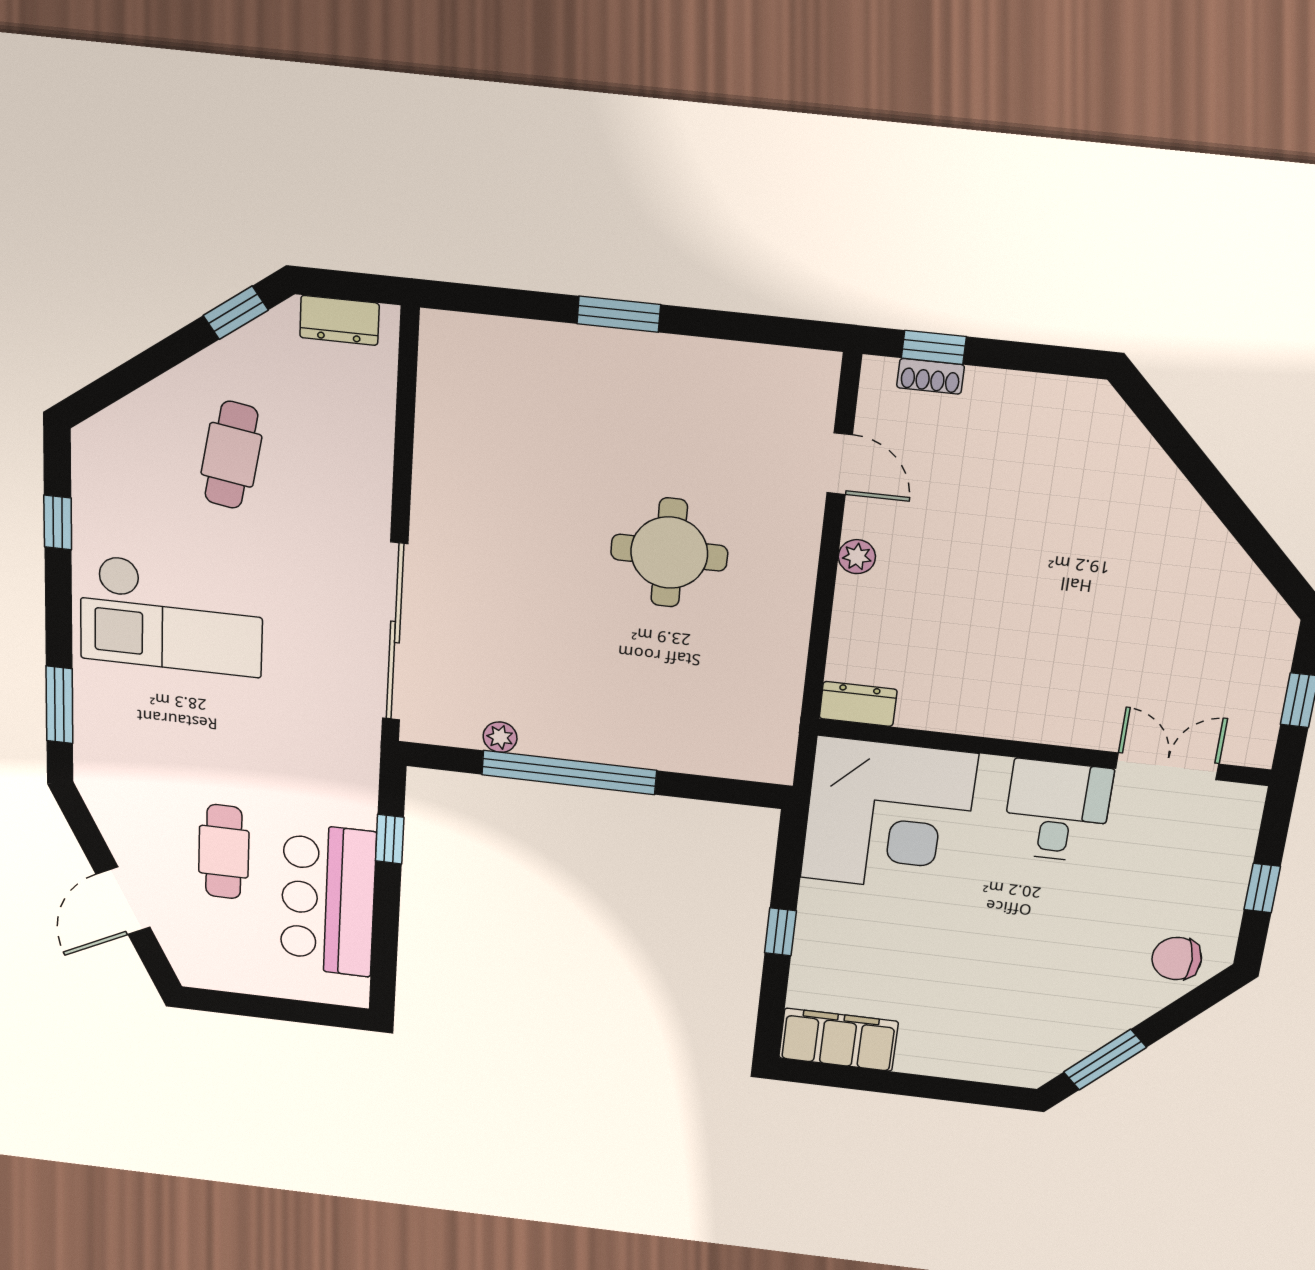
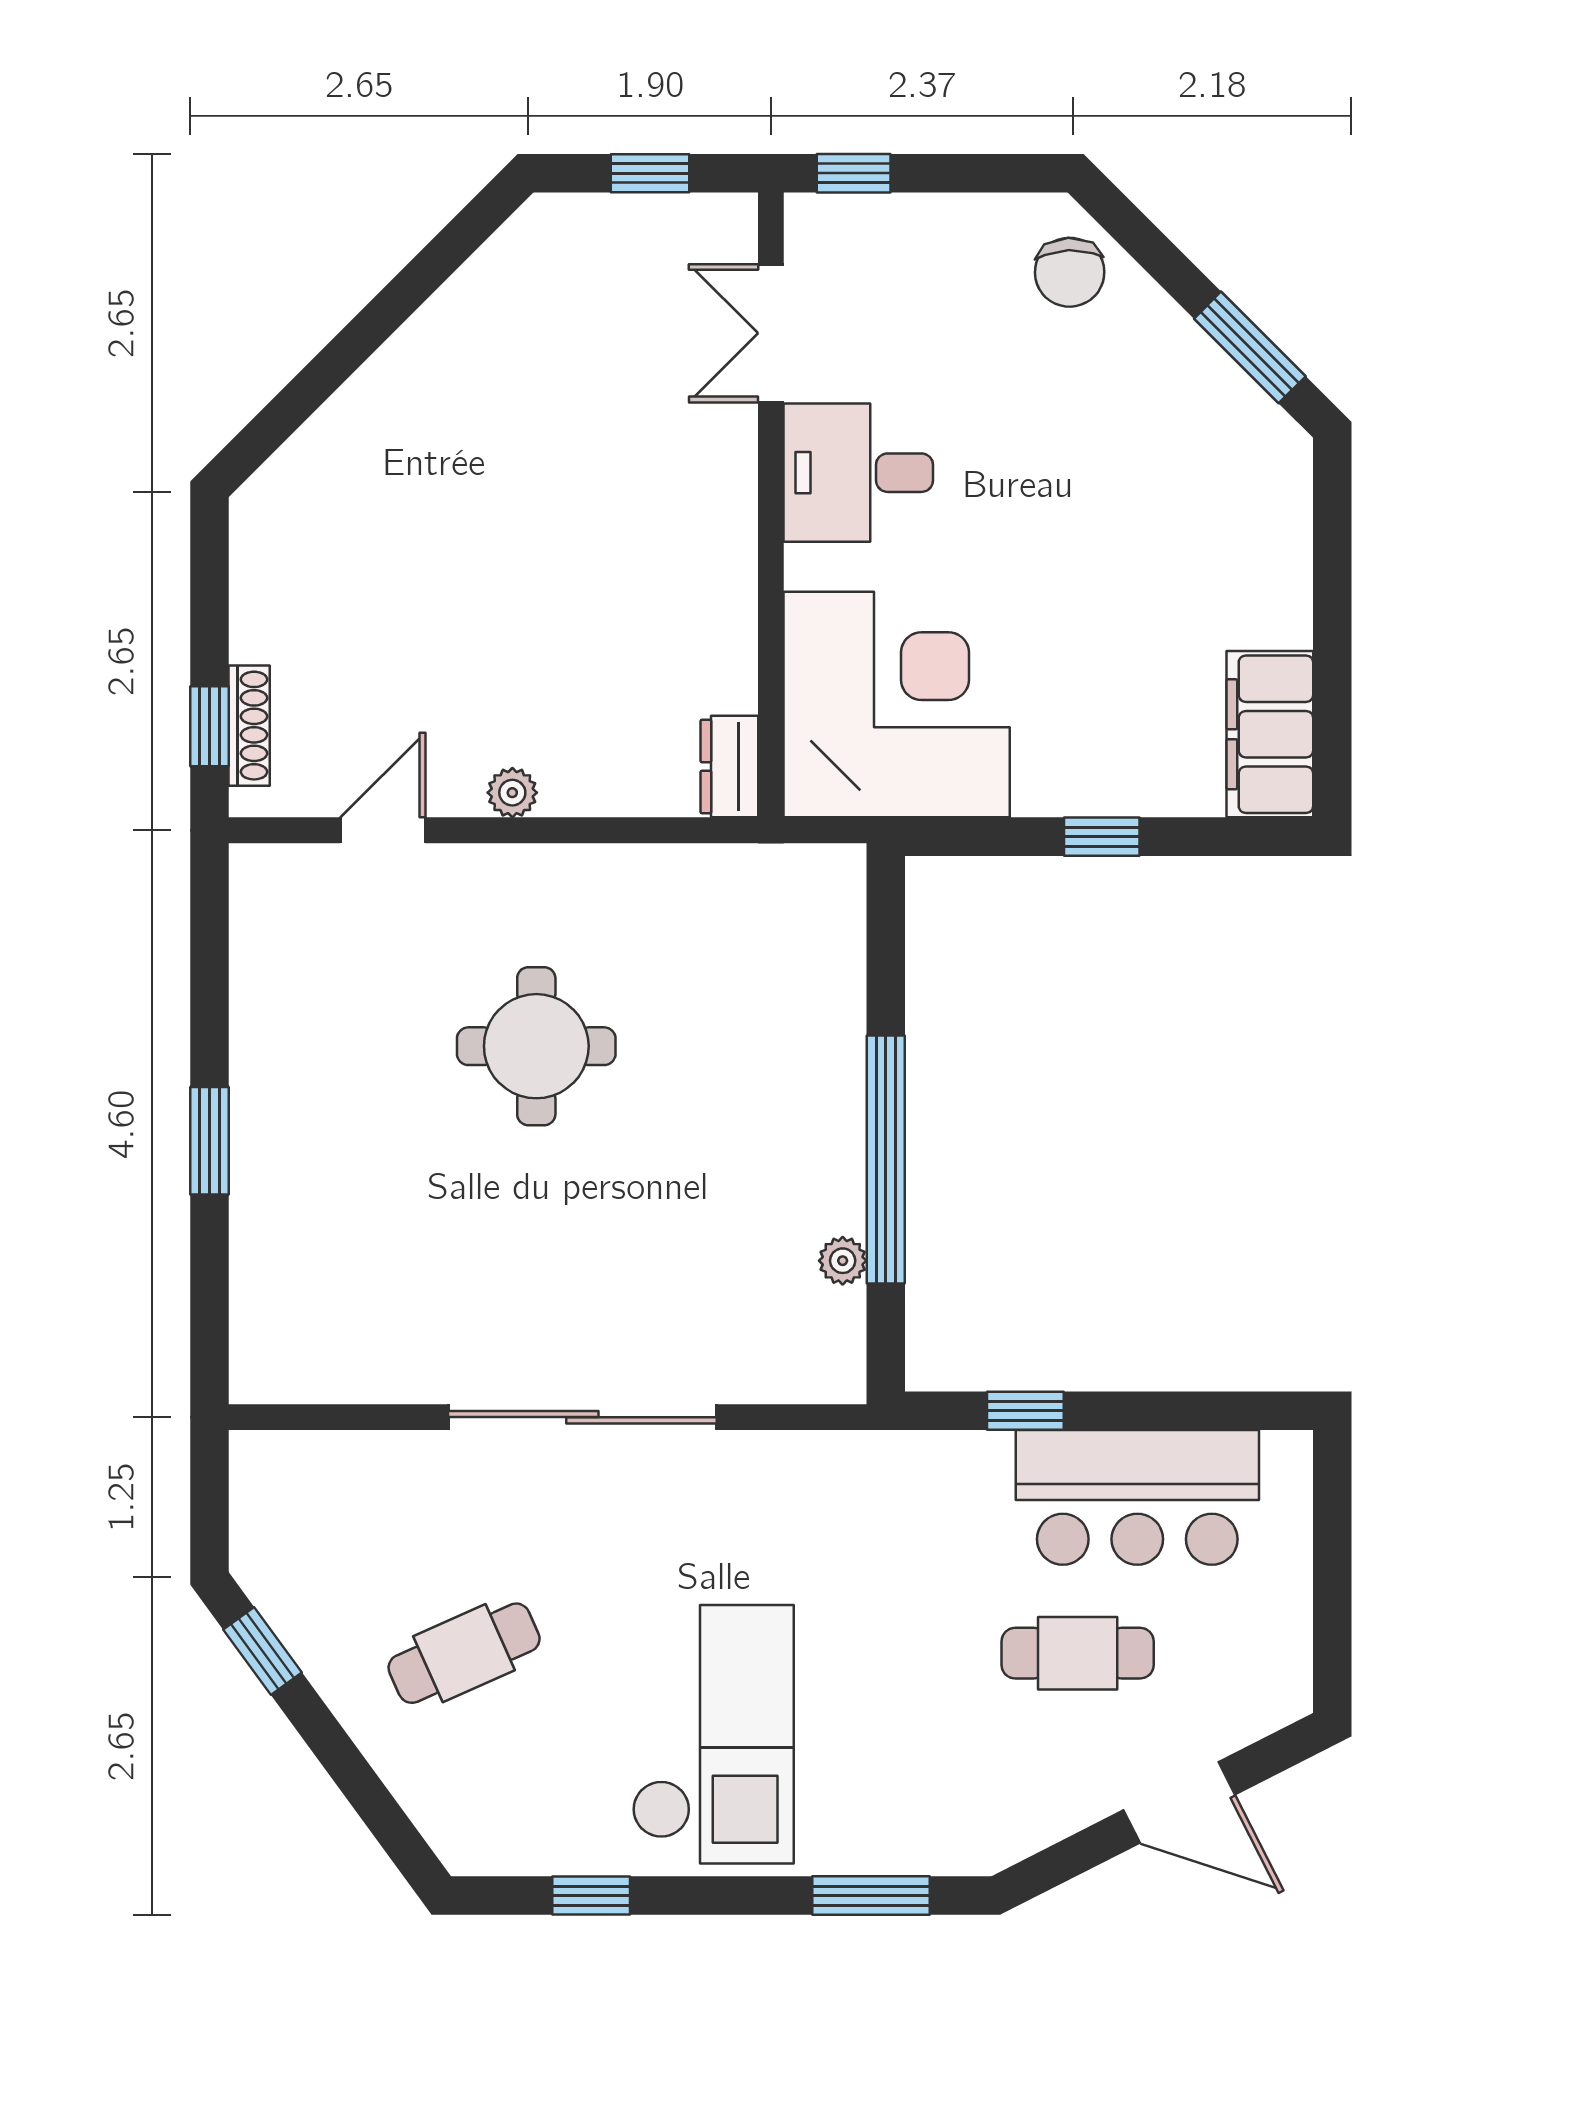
dresser: (339, 320) -> (258, 1511), removed
shoe rack: (930, 376) -> (249, 726), width x1.43
cafe table: (231, 455) -> (464, 1653), turned -33
sliding door: (395, 632) -> (582, 1417), moved
window: (1262, 888) -> (854, 173), moved

